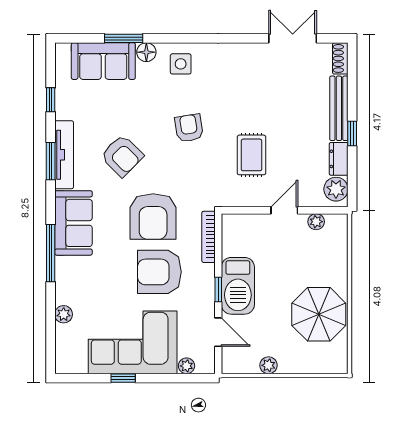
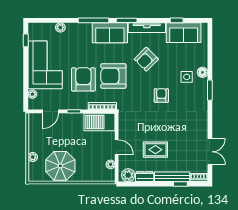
window: (124, 38) -> (210, 90), moved
sofa: (103, 61) -> (184, 33), moved, turned -90
side table: (181, 64) -> (187, 77), moved
armchair: (189, 128) -> (161, 95), turned -81
window: (352, 134) -> (180, 184), moved
rug: (251, 155) -> (155, 150), moved
window: (51, 161) -> (127, 20), moved
barbecue: (238, 286) -> (100, 122), moved
plant: (268, 365) -> (33, 157), moved
window: (123, 378) -> (26, 40), moved

